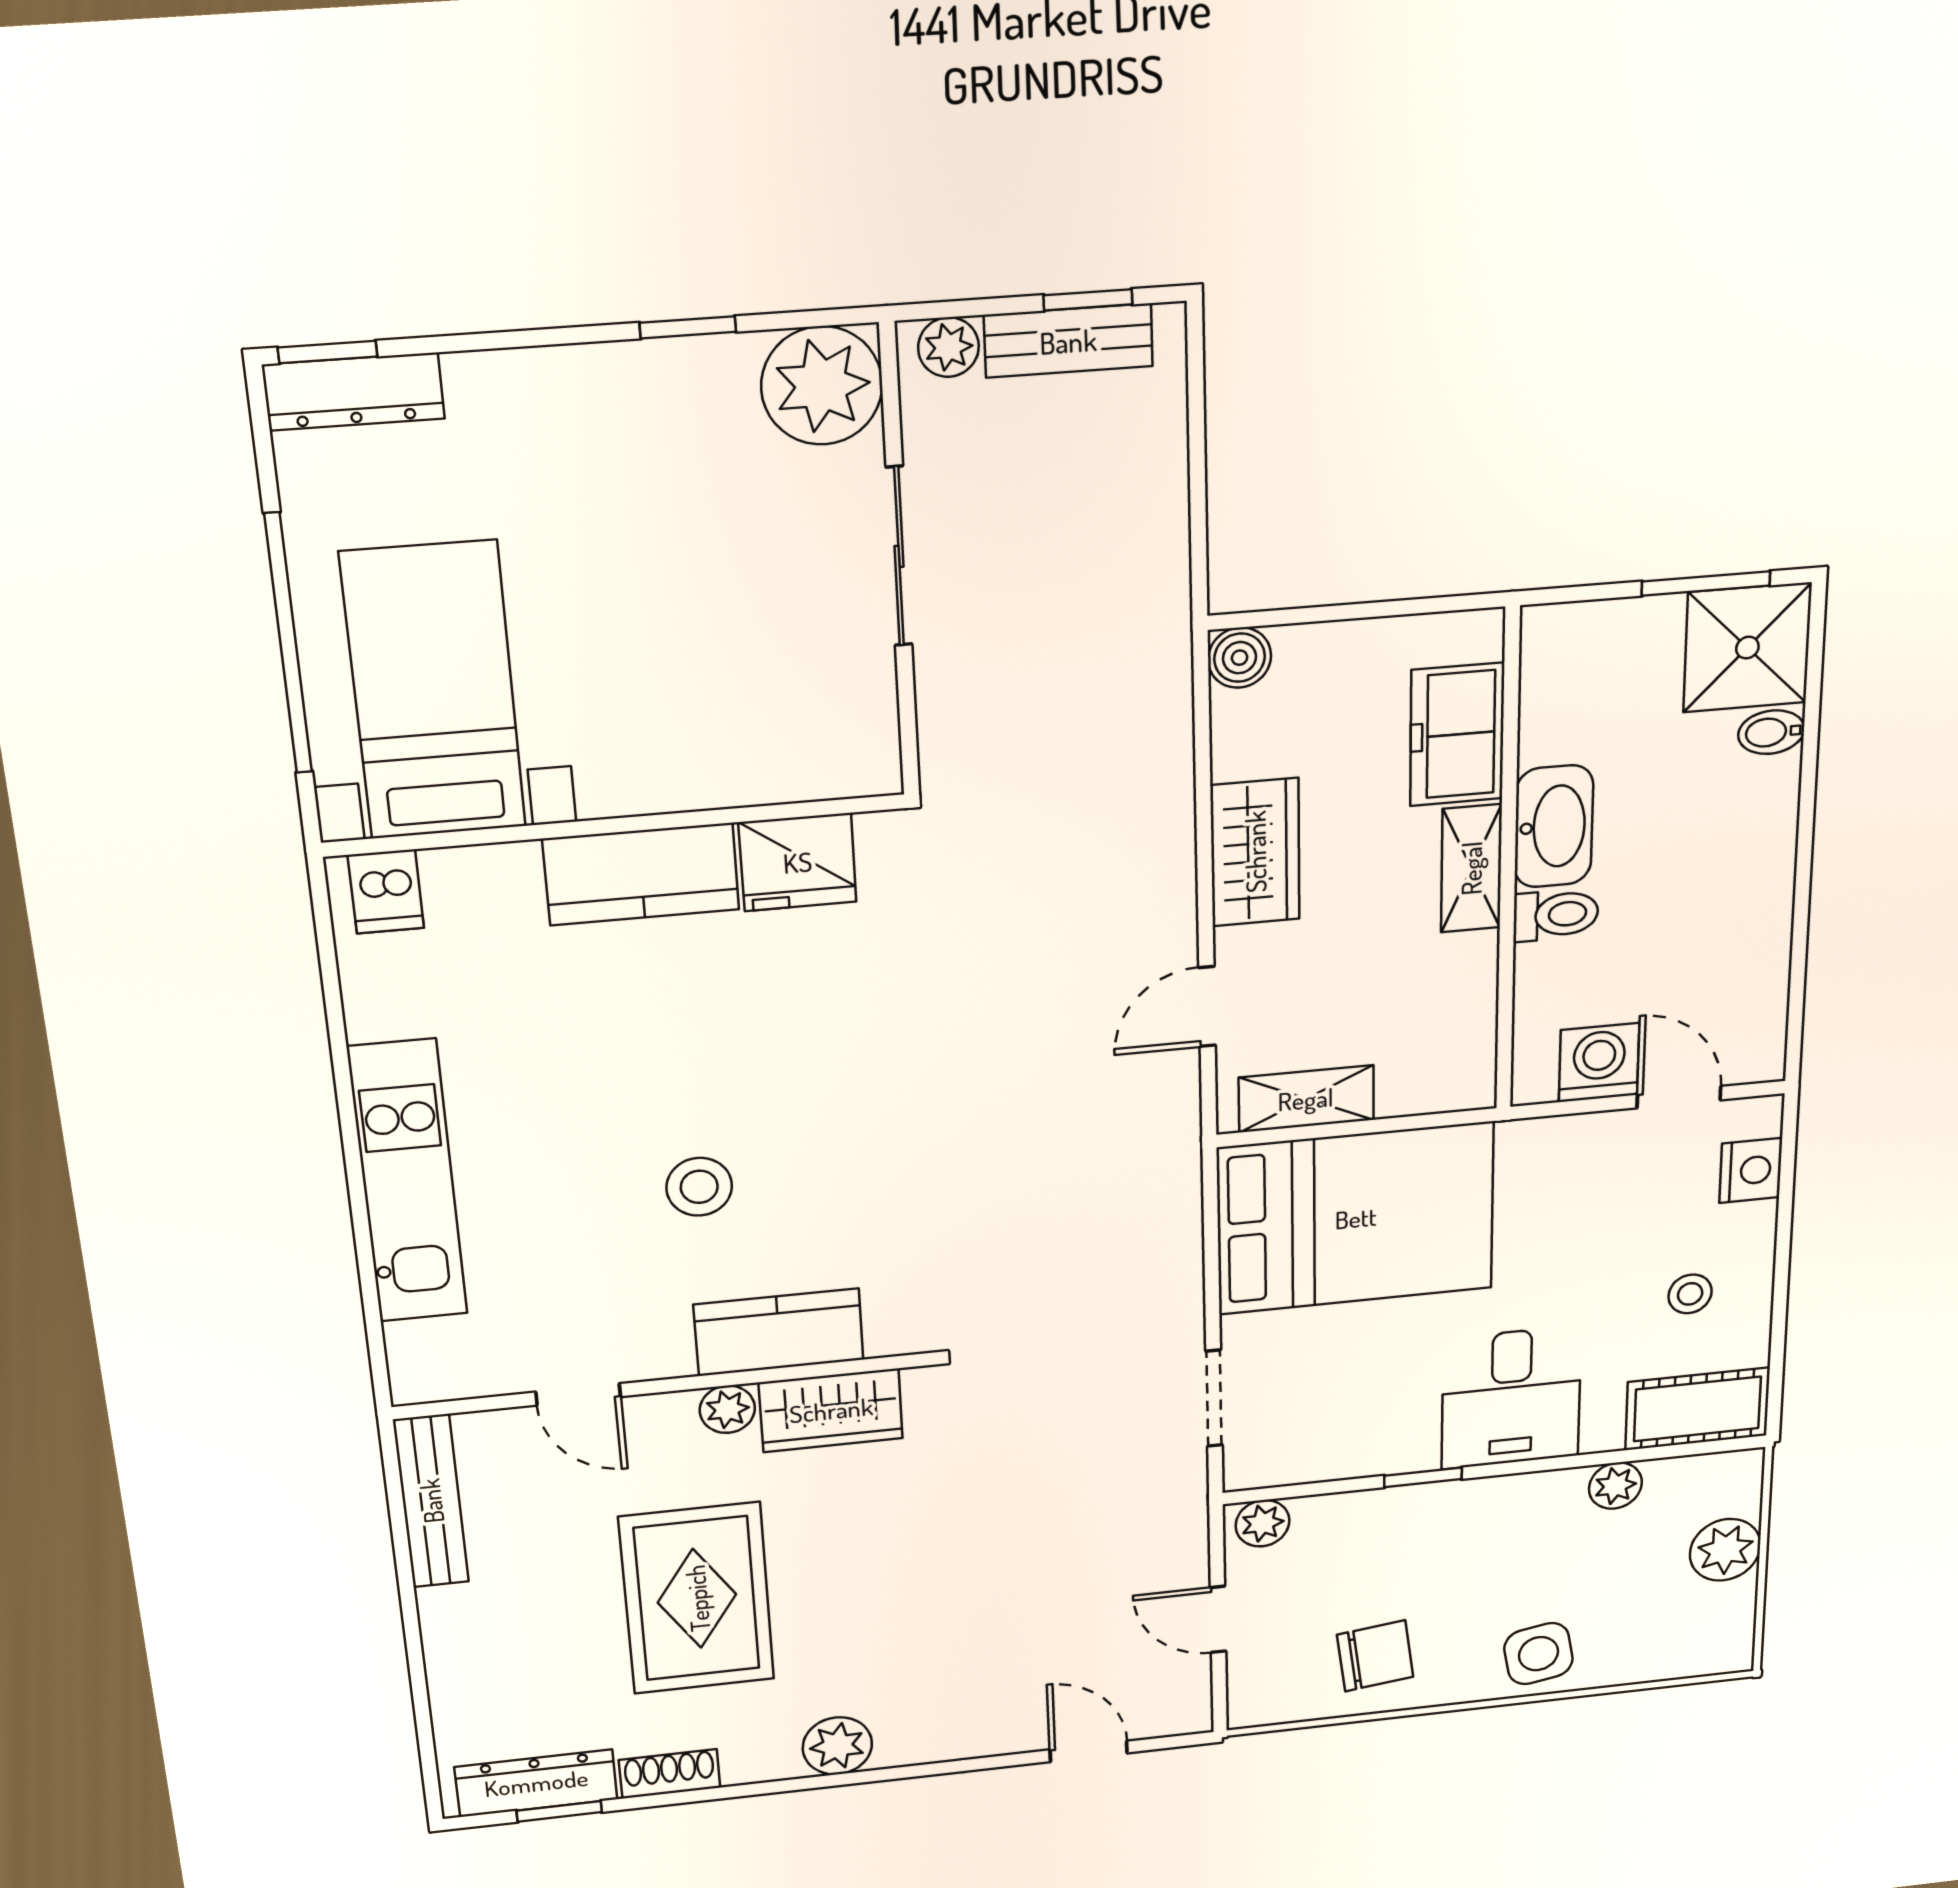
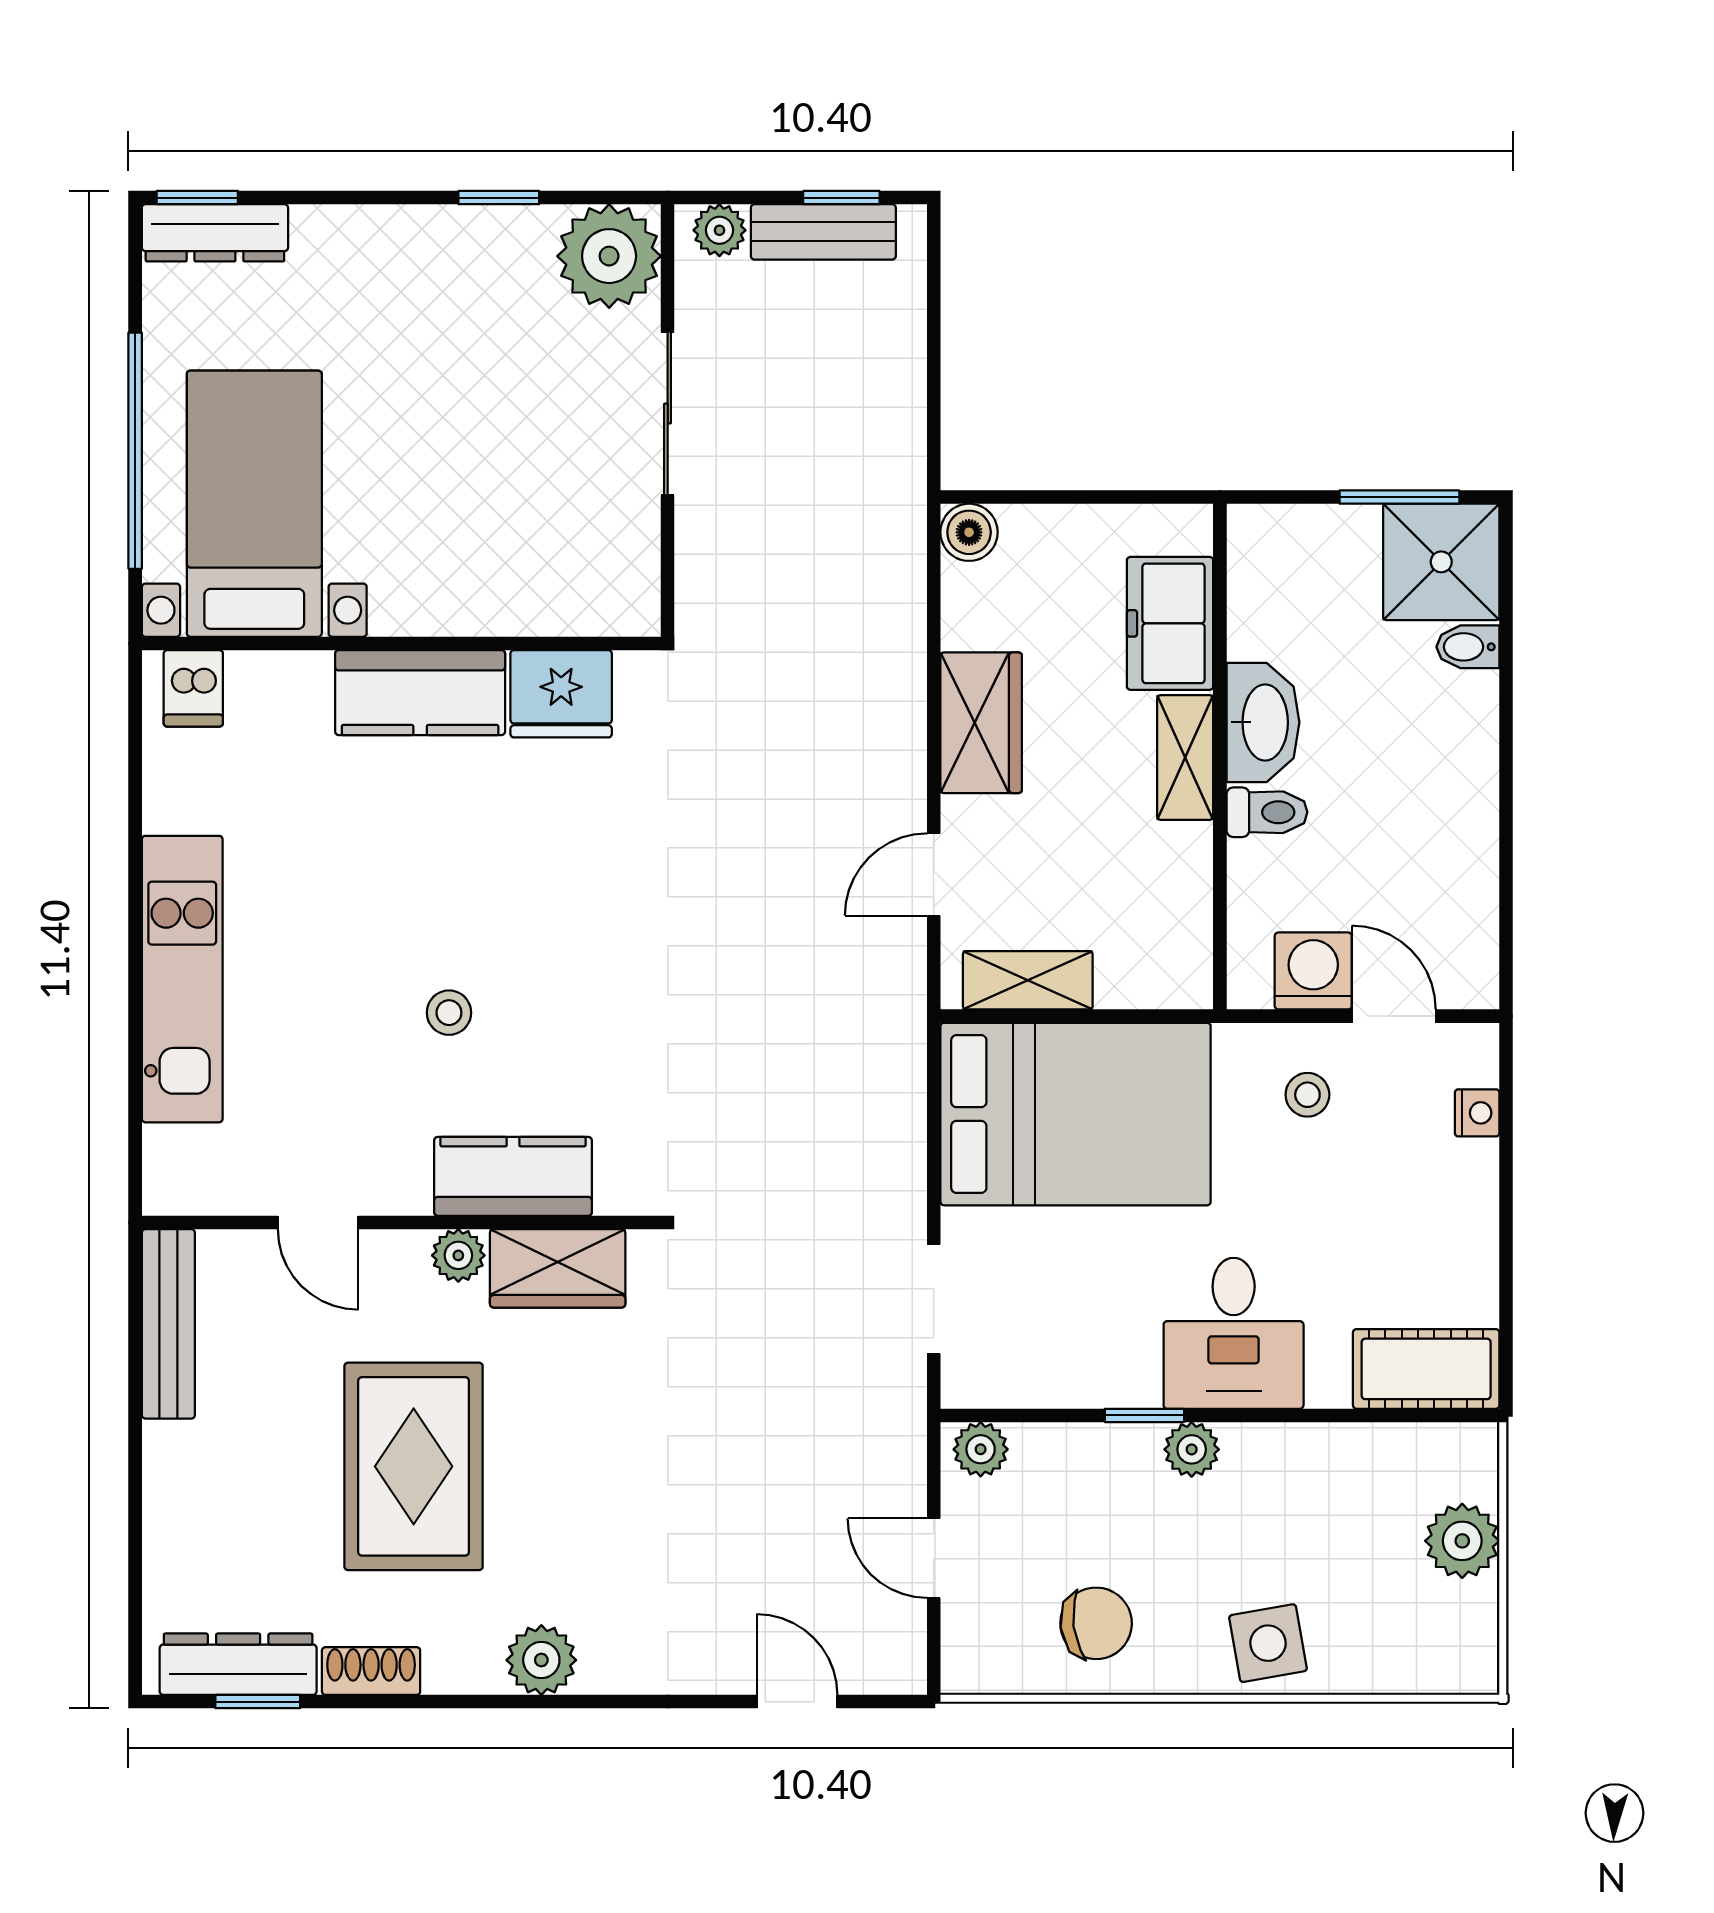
nightstand: (1751, 1170) -> (1477, 1113), width x0.72, depth x0.74
stool: (699, 1187) -> (449, 1013), width x0.73, depth x0.73
stool: (1690, 1294) -> (1307, 1095), moved
plant: (1615, 1486) -> (1192, 1449), moved

